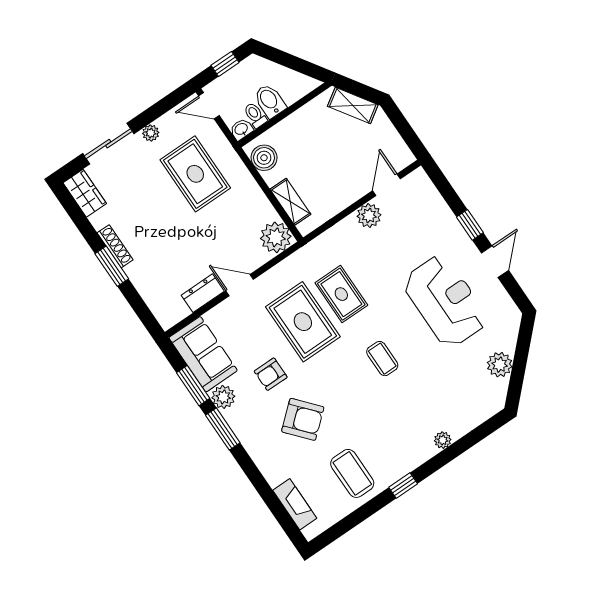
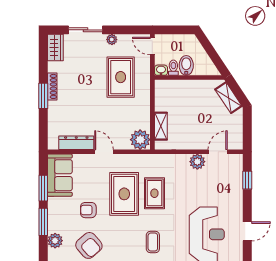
window: (225, 64) -> (176, 30), removed
boiler: (264, 158) -> (163, 93), removed
window: (470, 225) -> (247, 180), moved
dresser: (203, 293) -> (76, 143), width x1.44
plant: (223, 397) -> (55, 241), moved

